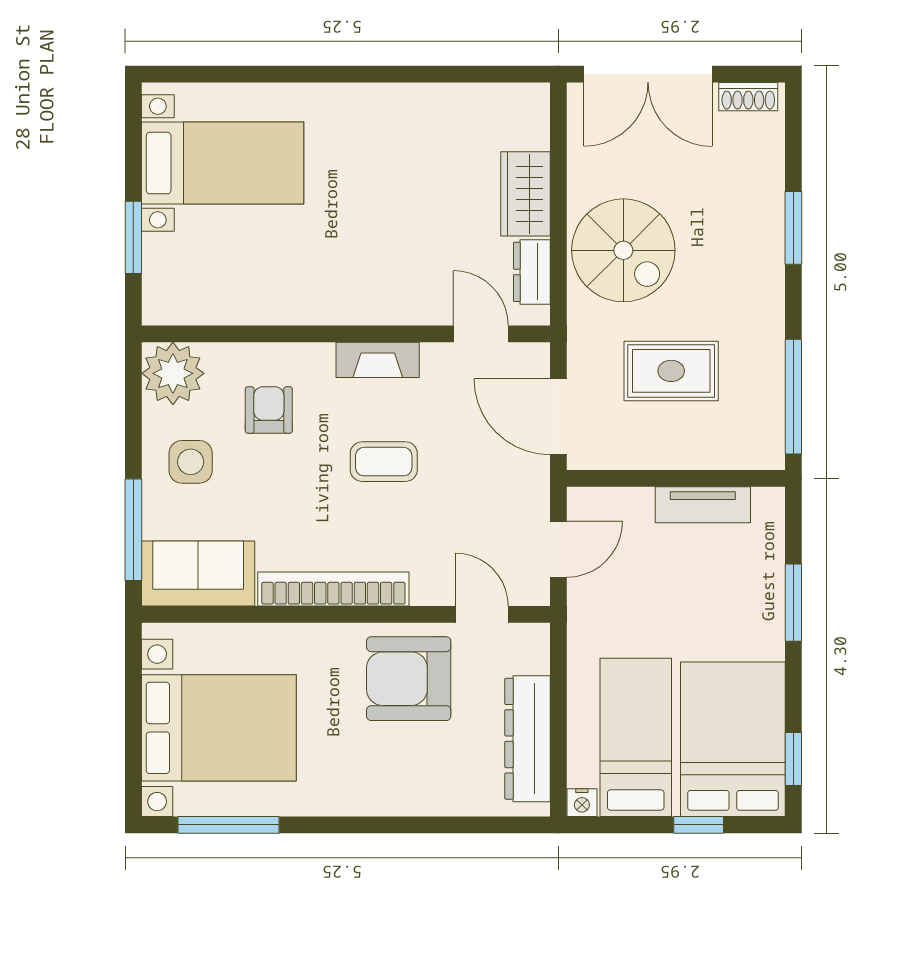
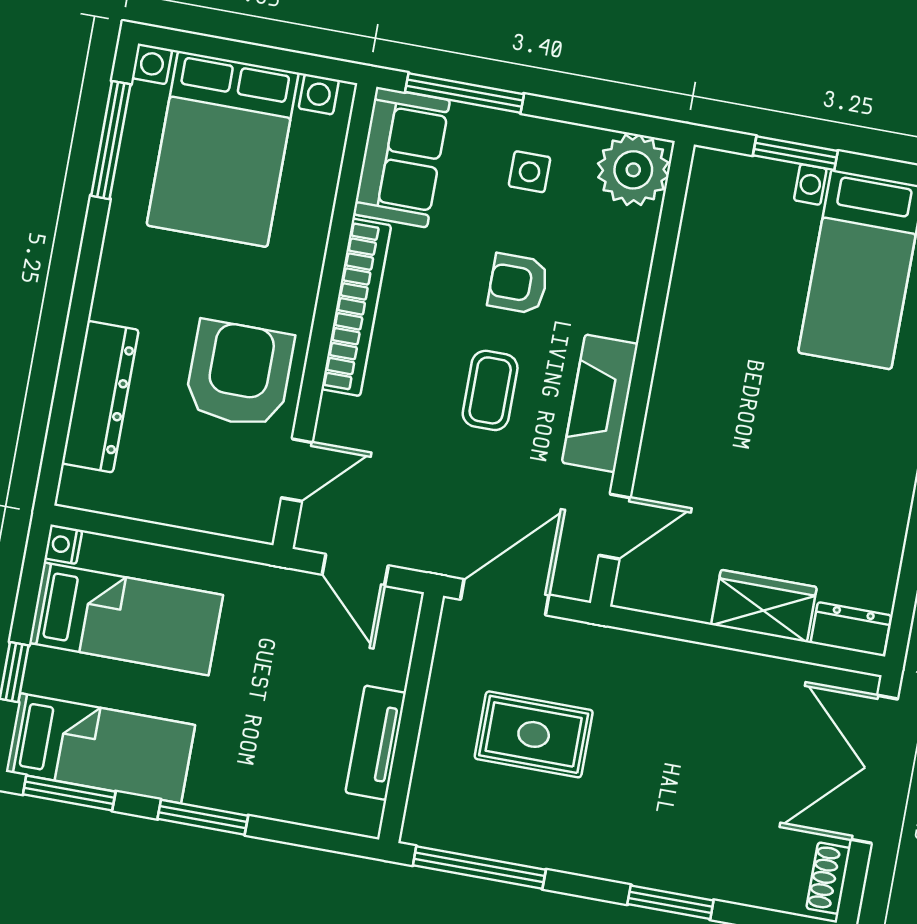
spiral stairs: (623, 250) -> (680, 705), removed
dresser: (532, 272) -> (851, 629), moved
fireplace: (378, 360) -> (600, 403), width x1.37, depth x1.32
rug: (671, 371) -> (534, 734), turned 90
armchair: (269, 410) -> (518, 284), moved, turned 180
side table: (191, 462) -> (530, 172), width x0.73, depth x0.73
window: (793, 603) -> (203, 817), moved
dresser: (527, 739) -> (100, 397), moved, turned 90
bed: (733, 739) -> (100, 748), width x0.67
window: (793, 759) -> (69, 793), width x1.50

